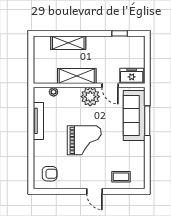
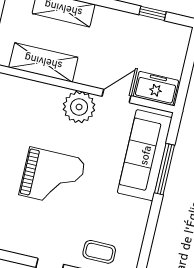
shelving: (77, 76) -> (43, 62), moved
door: (110, 85) -> (117, 96), swing flipped
plant: (54, 92) -> (20, 85), removed

